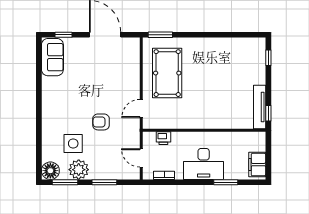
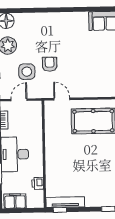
printer: (163, 138) -> (38, 183), moved
side table: (73, 143) -> (27, 72), moved

